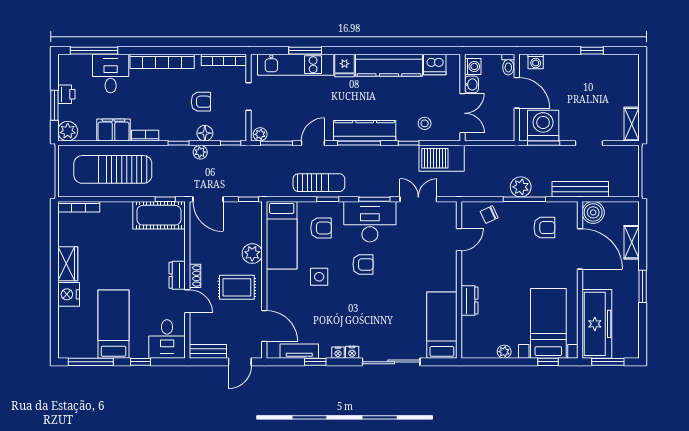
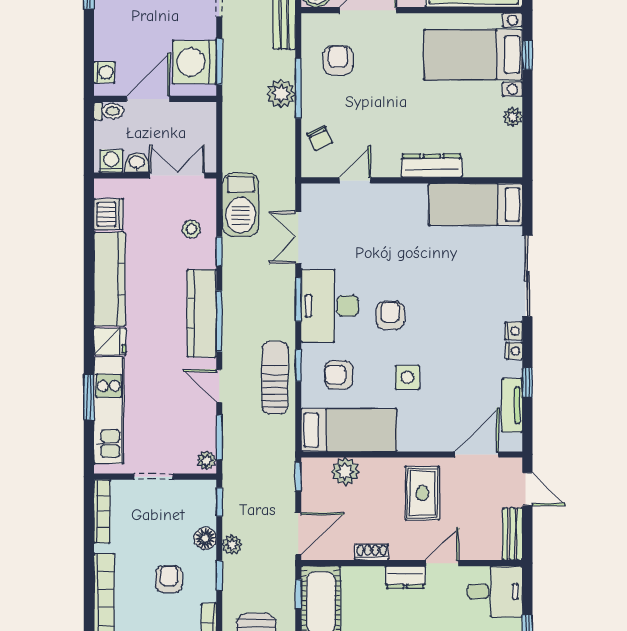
armchair: (201, 102) -> (169, 579), moved
armchair: (321, 228) -> (339, 375), turned -90
door: (459, 240) -> (355, 180), hinge flipped
plant: (252, 254) -> (345, 472), moved
shoe rack: (195, 276) -> (372, 552), moved
dresser: (469, 301) -> (432, 166), width x1.44

